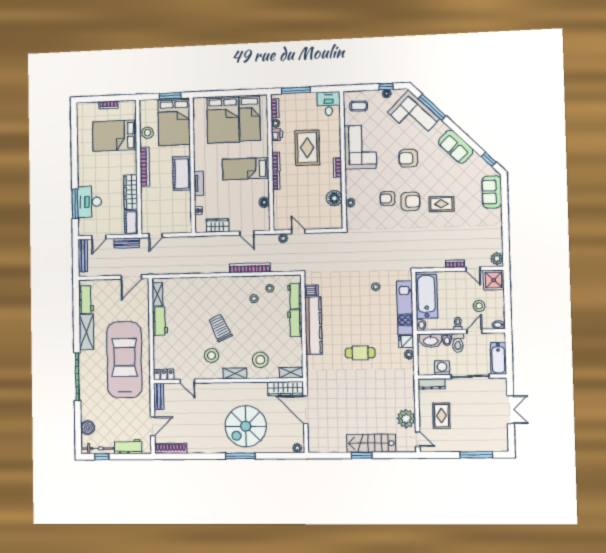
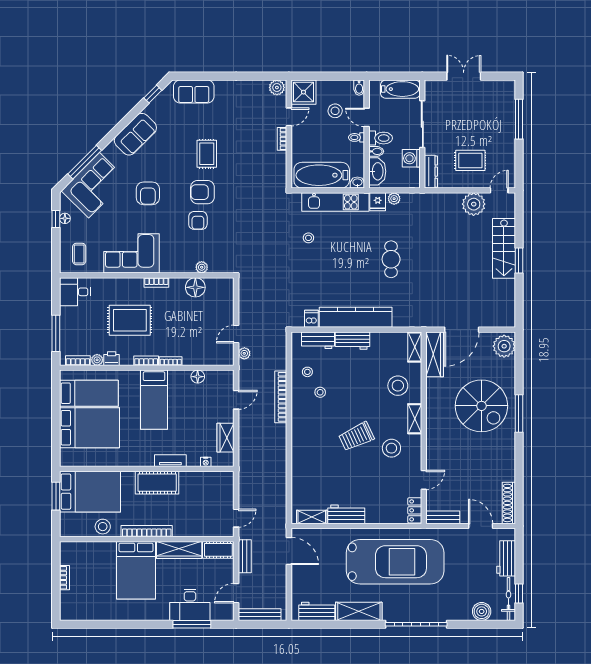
bed: (115, 136) -> (136, 570), moved
armchair: (410, 201) -> (202, 192), turned -90
door: (156, 236) -> (236, 518), hinge flipped
door: (99, 237) -> (236, 593), swing flipped
car: (124, 360) -> (395, 562), turned 180
plant: (297, 448) -> (504, 346), width x1.87, depth x1.87

